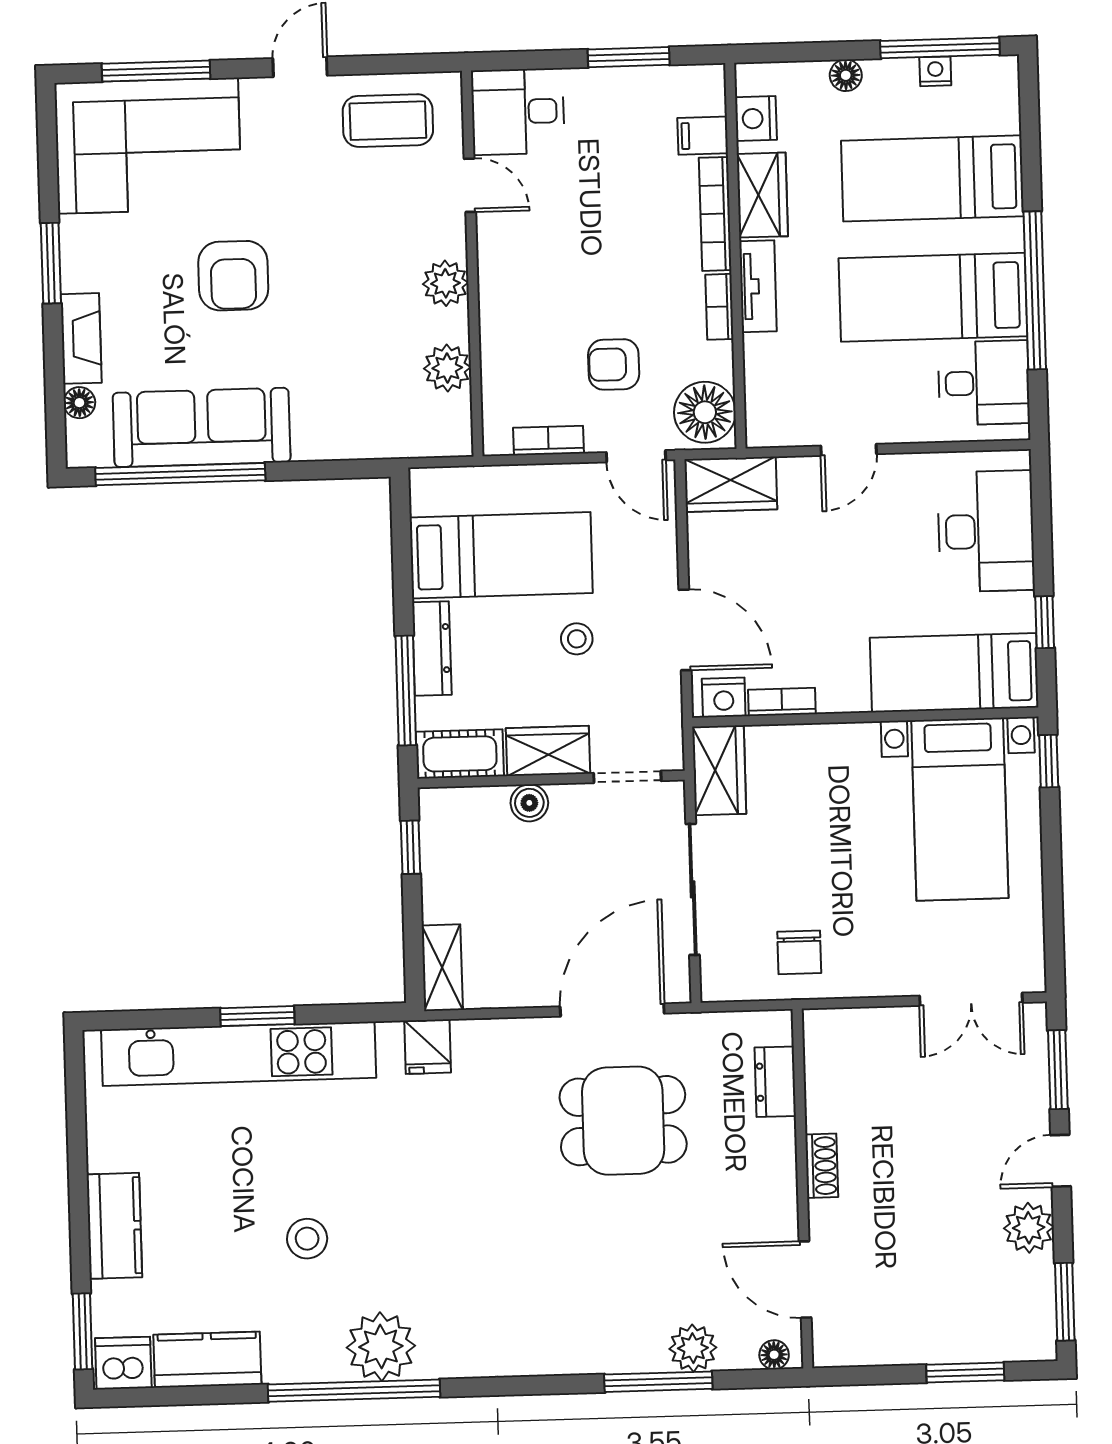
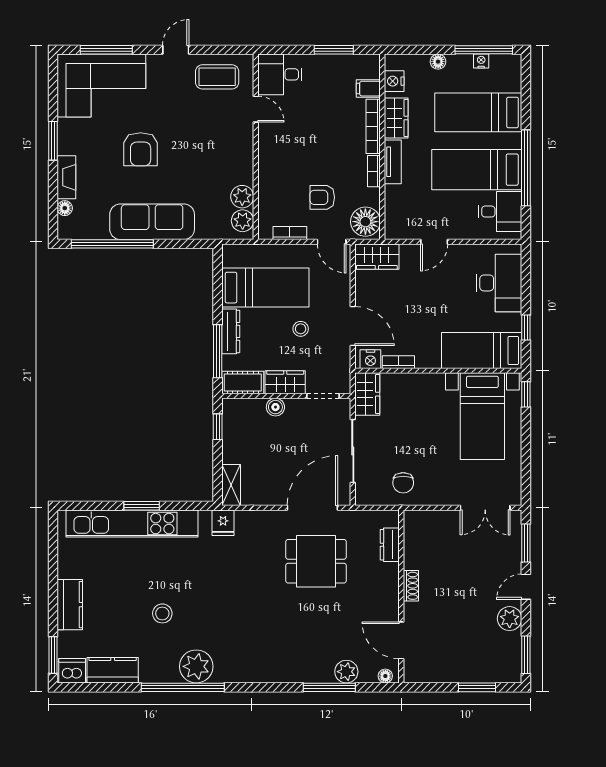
plant: (445, 283) -> (243, 221), moved
sofa: (202, 427) -> (152, 222), moved

